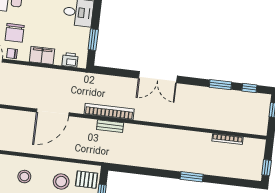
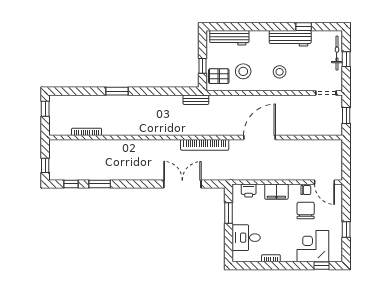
double door: (158, 77) -> (182, 184), moved
bench: (110, 126) -> (196, 100), moved

